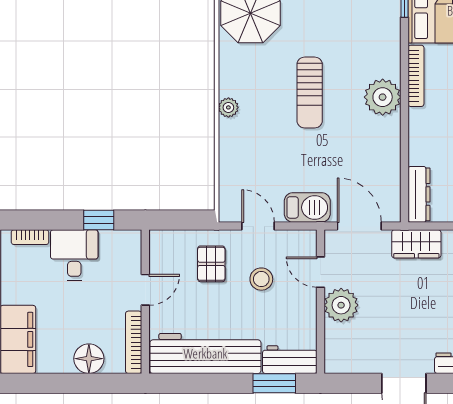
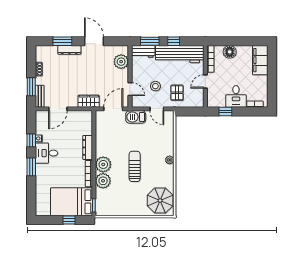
plant: (383, 59) -> (103, 181), added
dresser: (419, 194) -> (88, 147), moved
door: (359, 226) -> (113, 109), swing flipped
plant: (341, 305) -> (121, 62), moved
window: (219, 383) -> (174, 41), added

